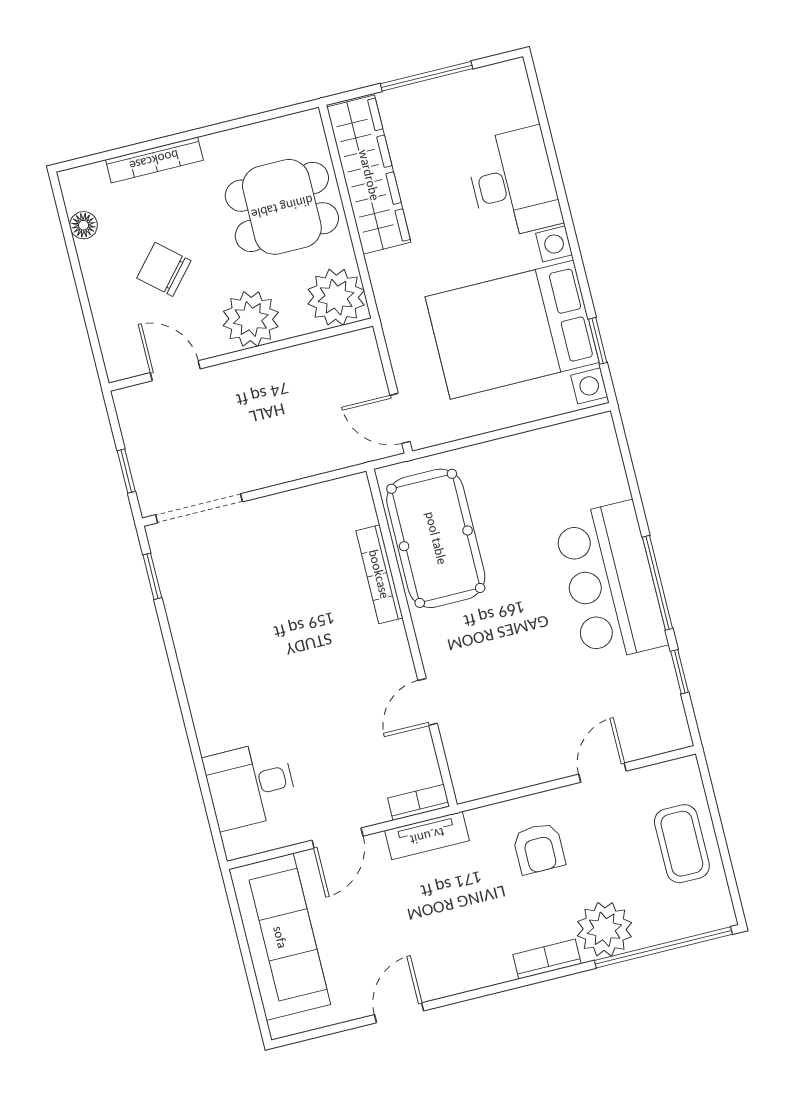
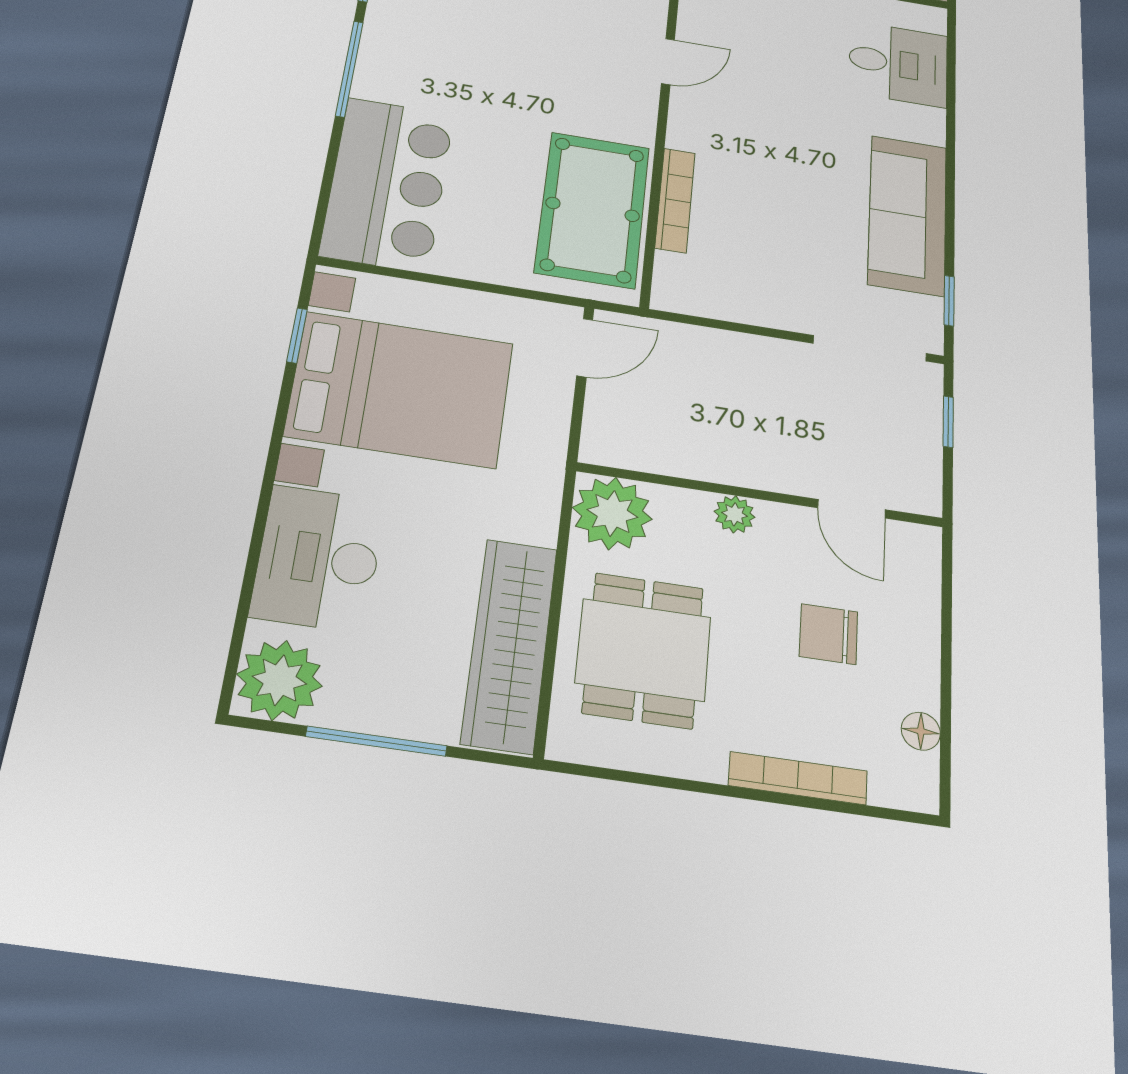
plant: (502, 91) -> (279, 680), added
dining table: (282, 207) -> (643, 650), turned 90
chair: (164, 269) -> (829, 634), turned 139
plant: (251, 319) -> (735, 514), width x0.53, depth x0.53
door: (400, 418) -> (585, 348), hinge flipped
bar counter: (610, 582) -> (388, 184), moved
sofa: (204, 641) -> (908, 215), added

